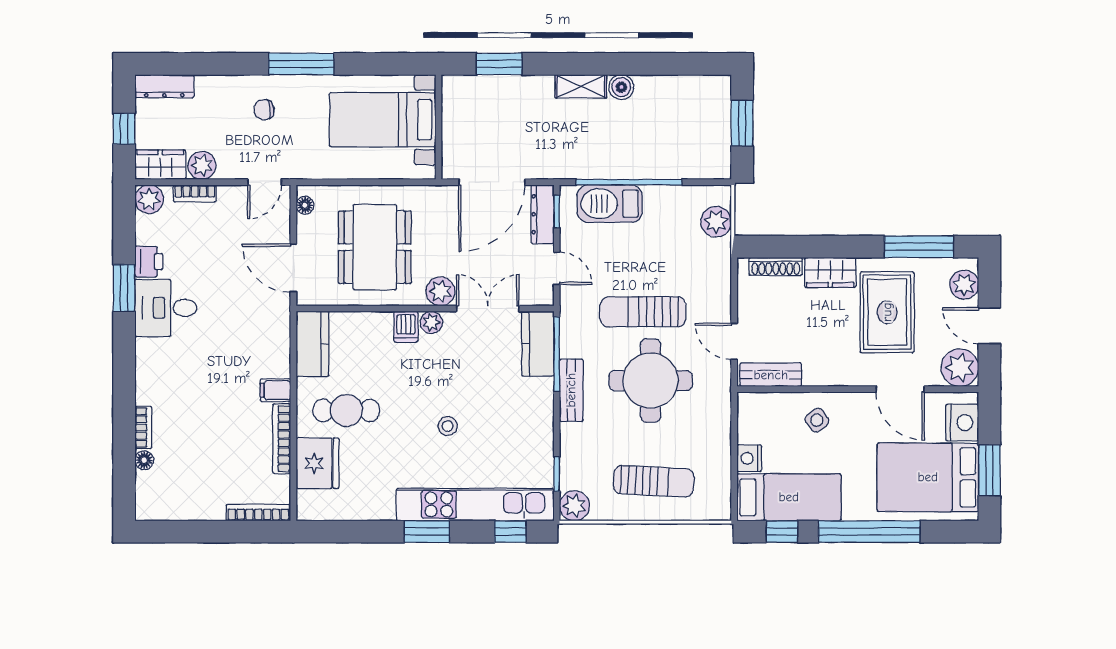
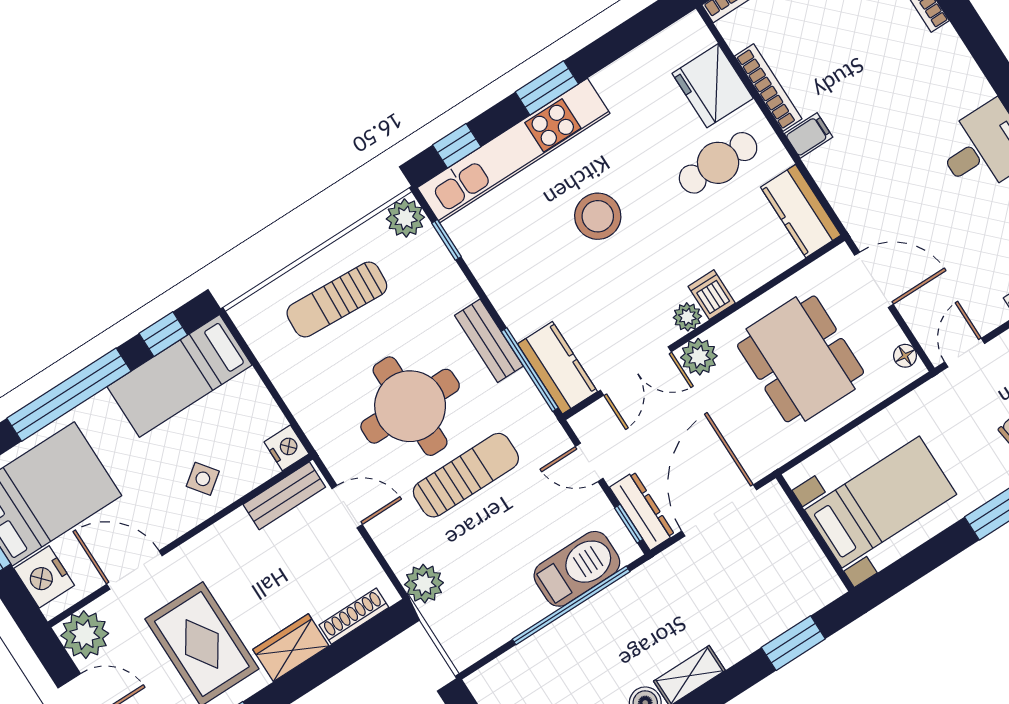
plant: (716, 222) -> (424, 584), moved
stool: (448, 426) -> (598, 216), width x1.89, depth x1.89
nightstand: (749, 458) -> (286, 448), moved

